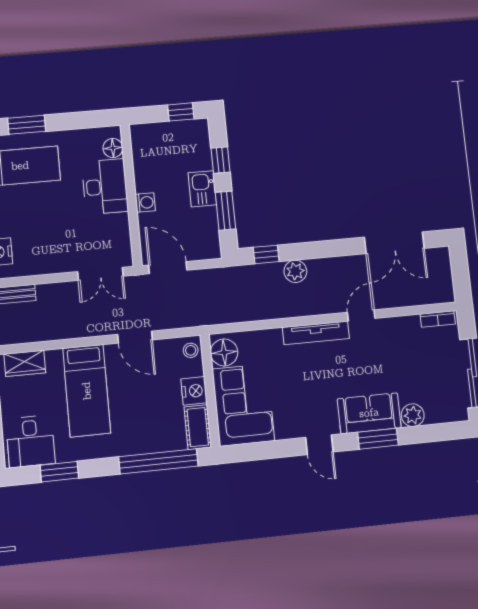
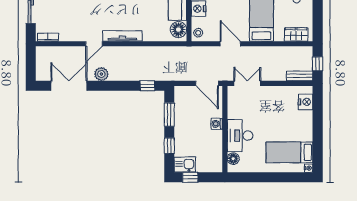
window: (27, 125) -> (283, 177), removed
kitchen sink: (202, 189) -> (185, 165), moved, turned -90
plant: (295, 271) -> (101, 74), moved

